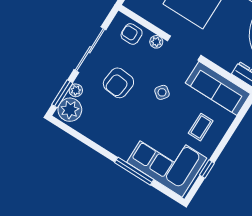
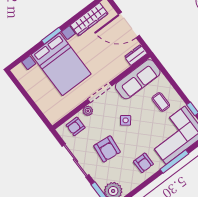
plant: (76, 90) -> (101, 182), removed
armchair: (118, 134) -> (143, 163), added

